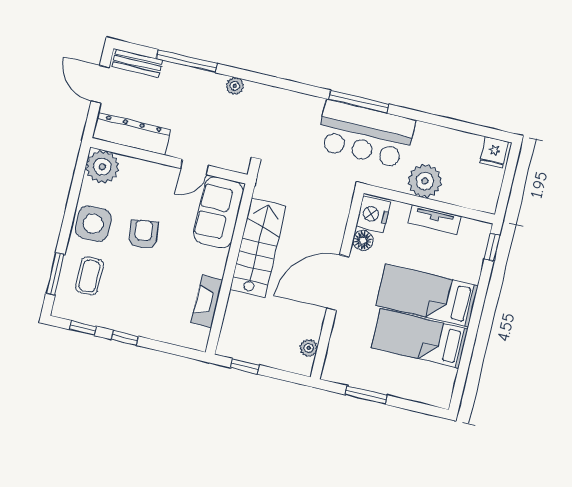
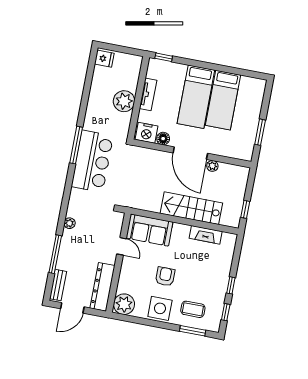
bar counter: (366, 134) -> (92, 161), moved
armchair: (143, 234) -> (165, 277), turned 98
stairs: (258, 248) -> (191, 208), moved
plant: (309, 348) -> (212, 166), moved

